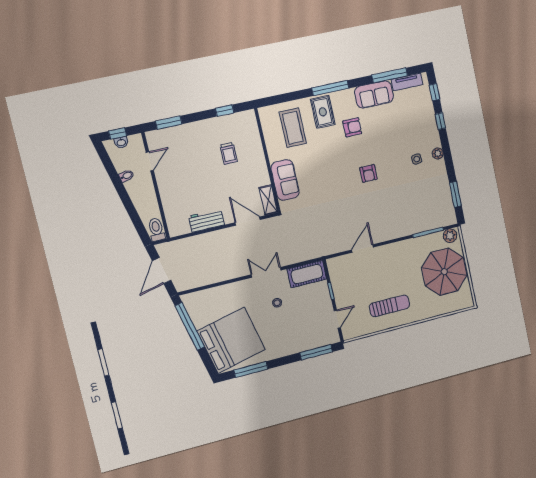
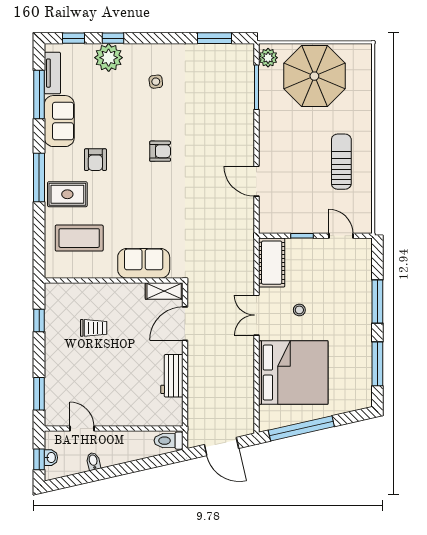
armchair: (352, 127) -> (95, 160), turned 180
plant: (438, 153) -> (109, 58), moved, width x1.88, depth x1.88
bed: (231, 340) -> (293, 373), moved, turned 103
window: (316, 352) -> (377, 302), moved

